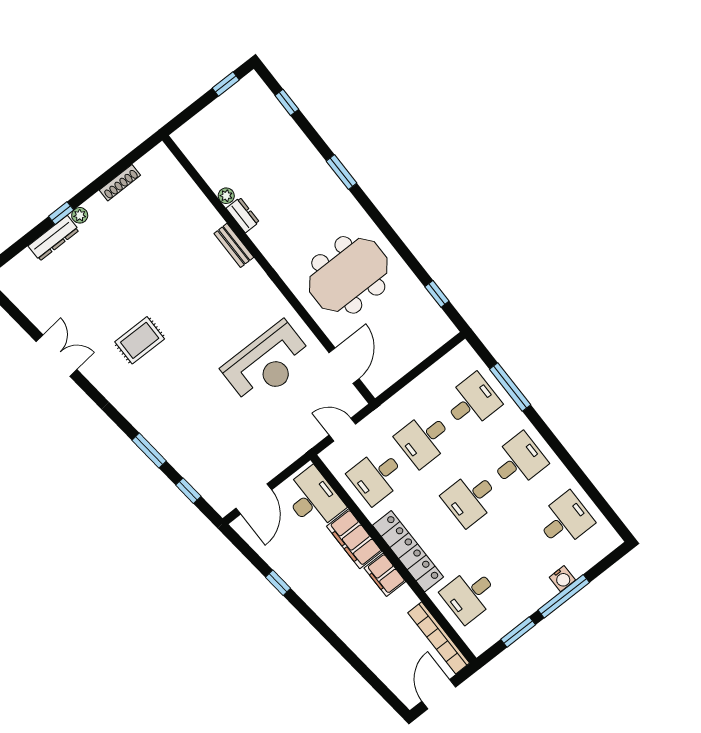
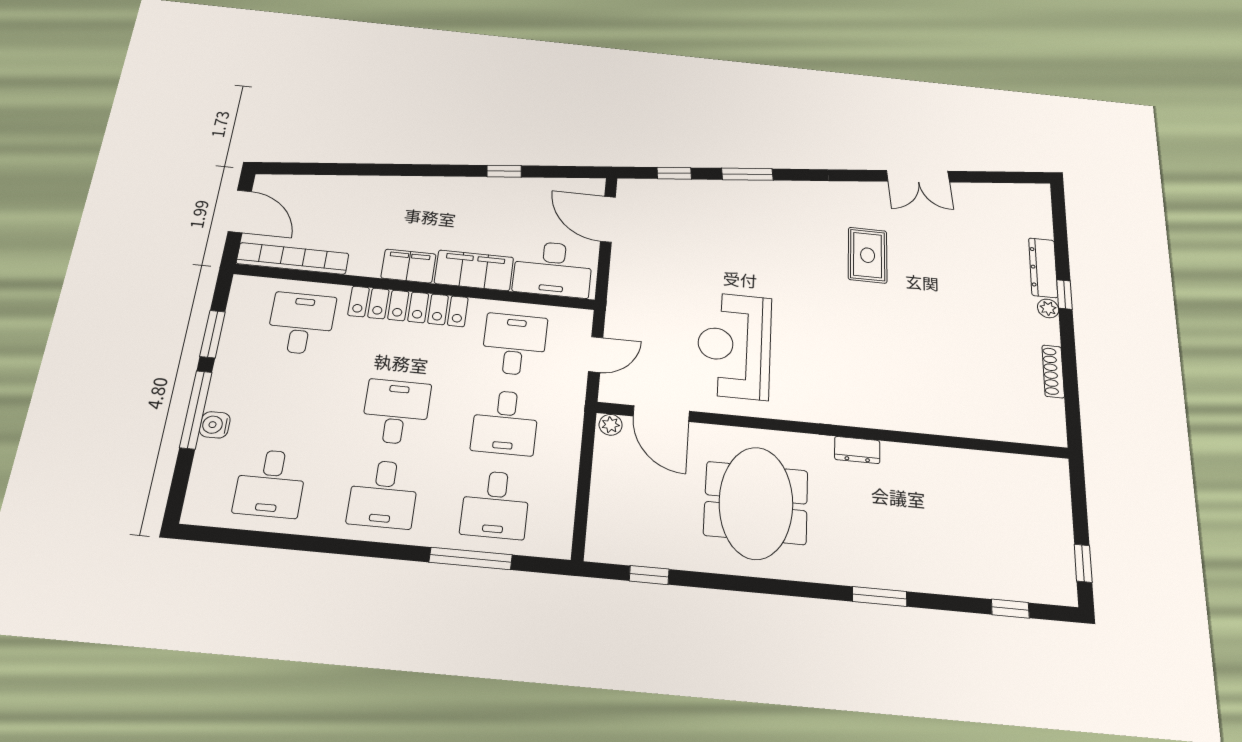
plant: (226, 196) -> (611, 425), moved
dresser: (243, 215) -> (857, 450), moved
bench: (234, 245) -> (891, 420), removed
desk: (424, 439) -> (505, 422), turned 180

